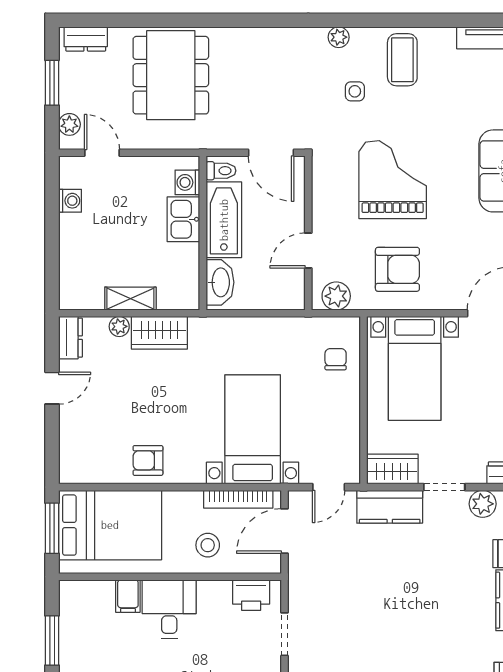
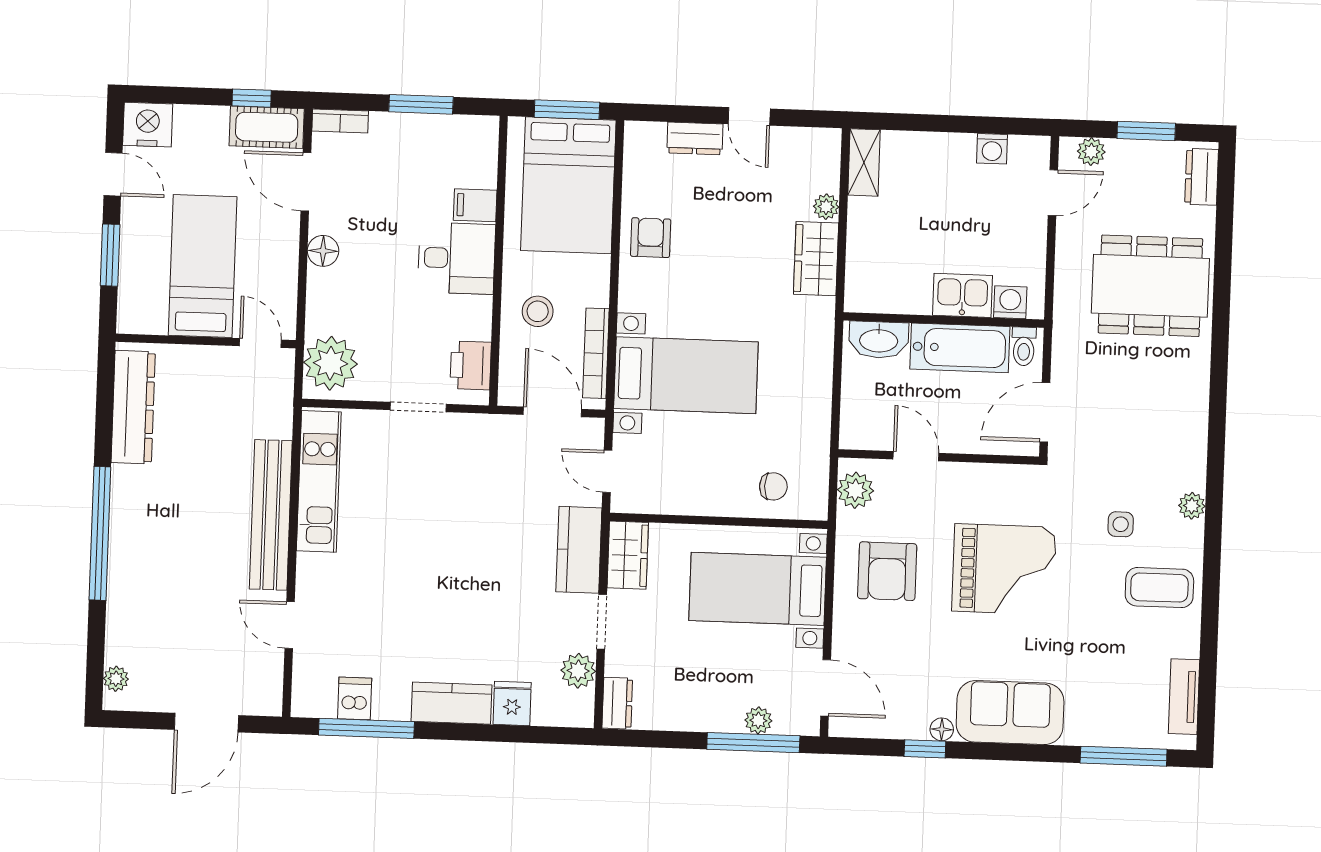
shelving: (130, 299) -> (864, 162), moved
dresser: (70, 338) -> (695, 138), moved

